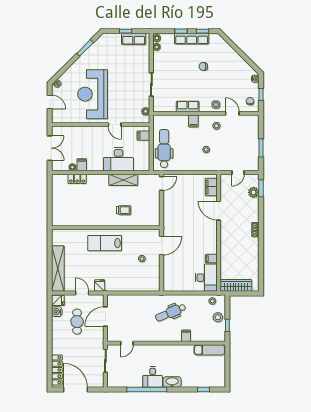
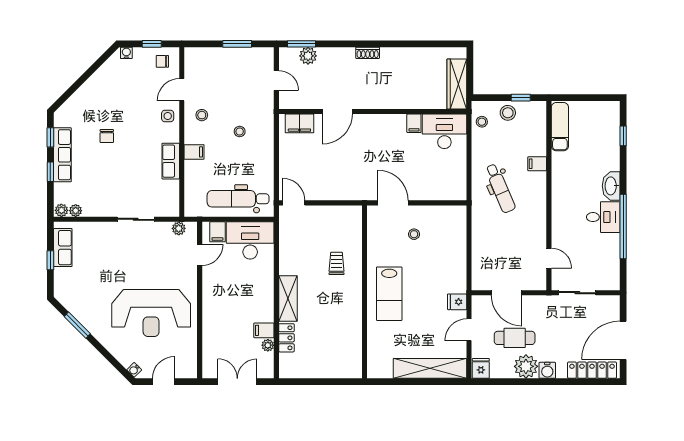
door: (115, 125) -> (200, 255), moved
desk: (118, 159) -> (250, 240), moved, turned -90
shelving: (123, 180) -> (288, 298), moved
water cooler: (57, 312) -> (547, 370), moved
plant: (59, 329) -> (526, 366), added

